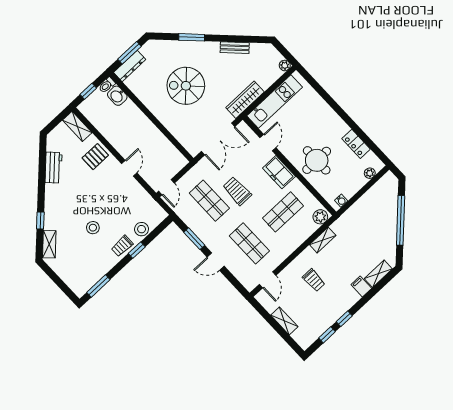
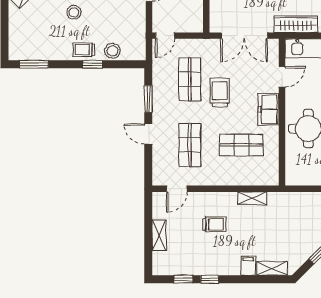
water cooler: (341, 201) -> (298, 180), removed
plant: (320, 217) -> (268, 178), removed
trolley: (314, 280) -> (214, 224), turned -90

